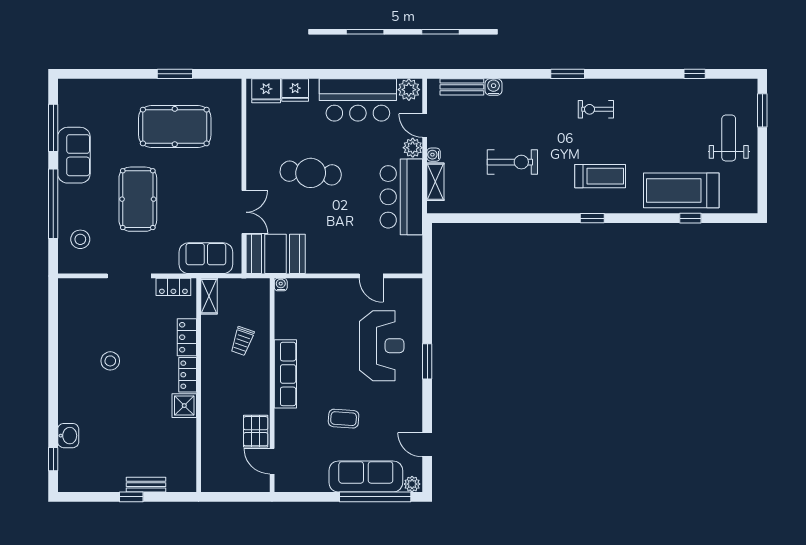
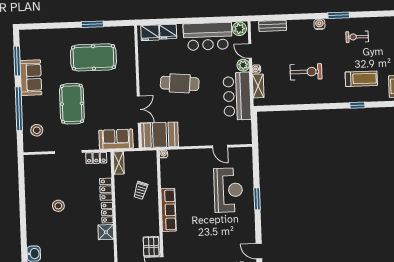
water cooler: (494, 87) -> (319, 24), moved
coffee table: (344, 419) -> (206, 237), removed

